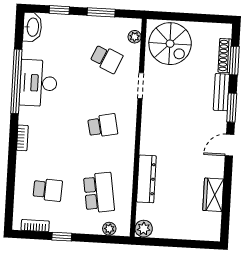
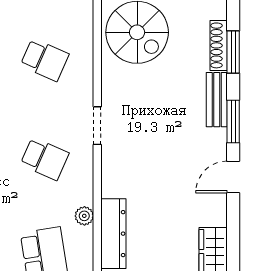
plant: (135, 37) -> (84, 216), moved
doorway: (141, 86) -> (97, 126), moved
school desk: (103, 126) -> (45, 159), turned 36

